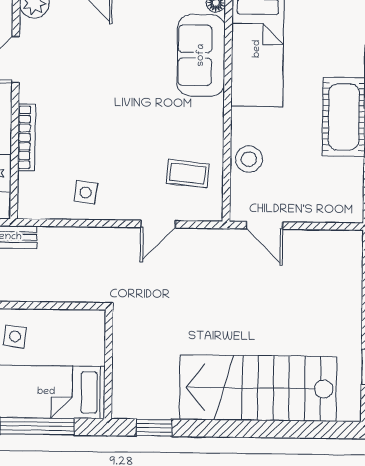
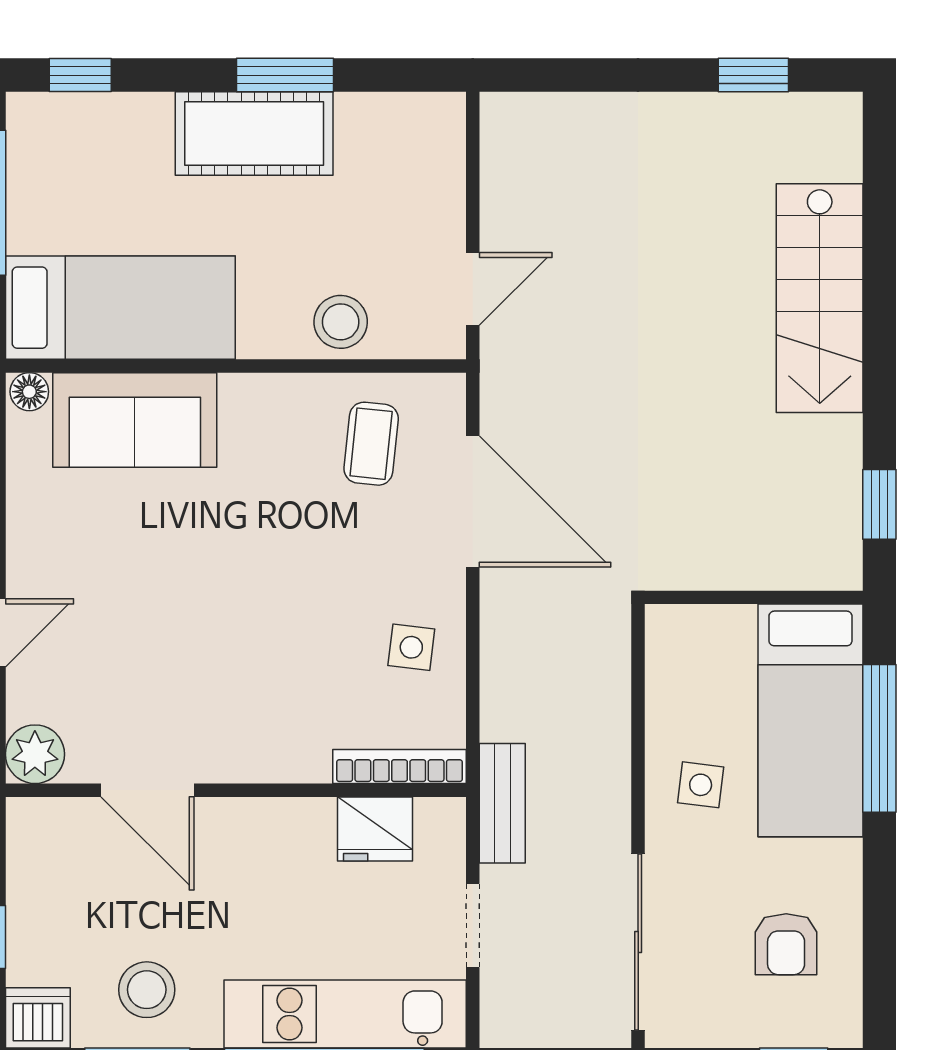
bookcase: (27, 137) -> (399, 767), moved
door: (158, 224) -> (473, 502), width x1.87
stairs: (258, 388) -> (820, 298), width x0.73, depth x0.66

